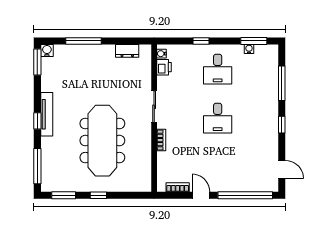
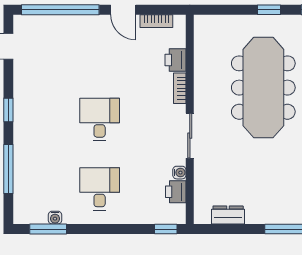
window: (201, 41) -> (166, 229), moved
water cooler: (161, 54) -> (179, 173), moved
printer: (164, 160) -> (176, 60), added

